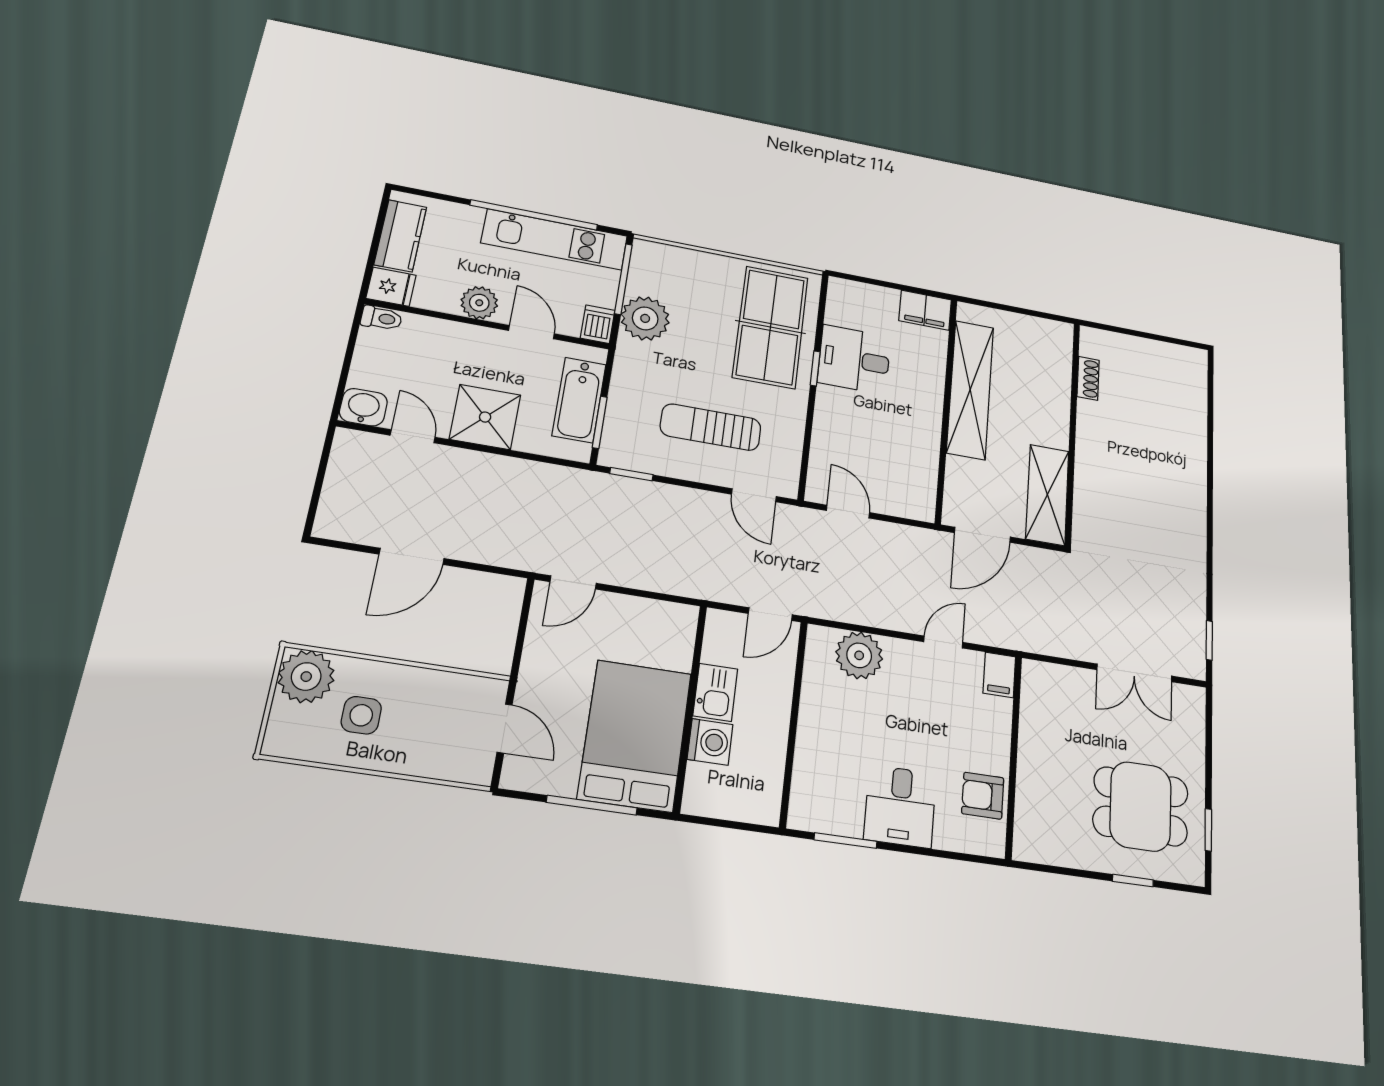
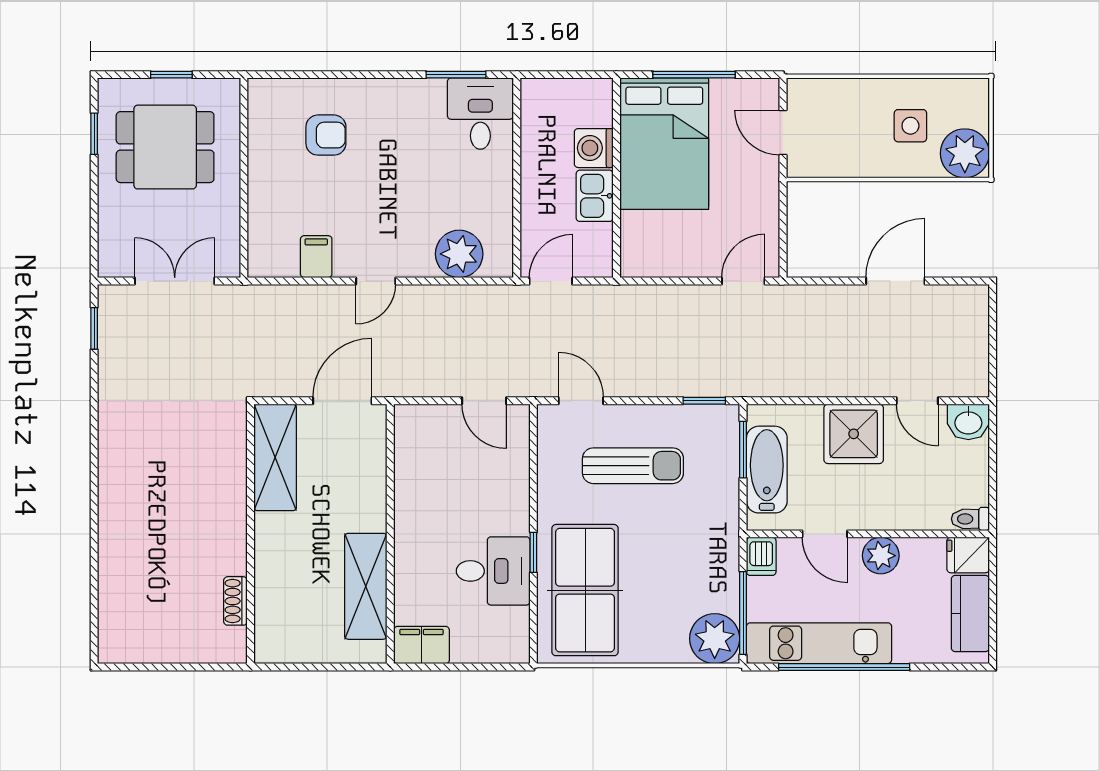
plant: (645, 318) -> (715, 639), moved
shelving: (970, 389) -> (366, 586), width x0.68
wall: (1014, 756) -> (244, 178), moved
desk: (900, 806) -> (480, 114), moved

